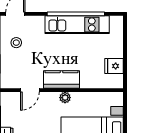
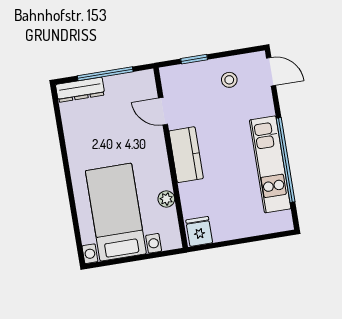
fridge: (114, 66) -> (199, 231), moved
plant: (65, 98) -> (166, 199), moved

